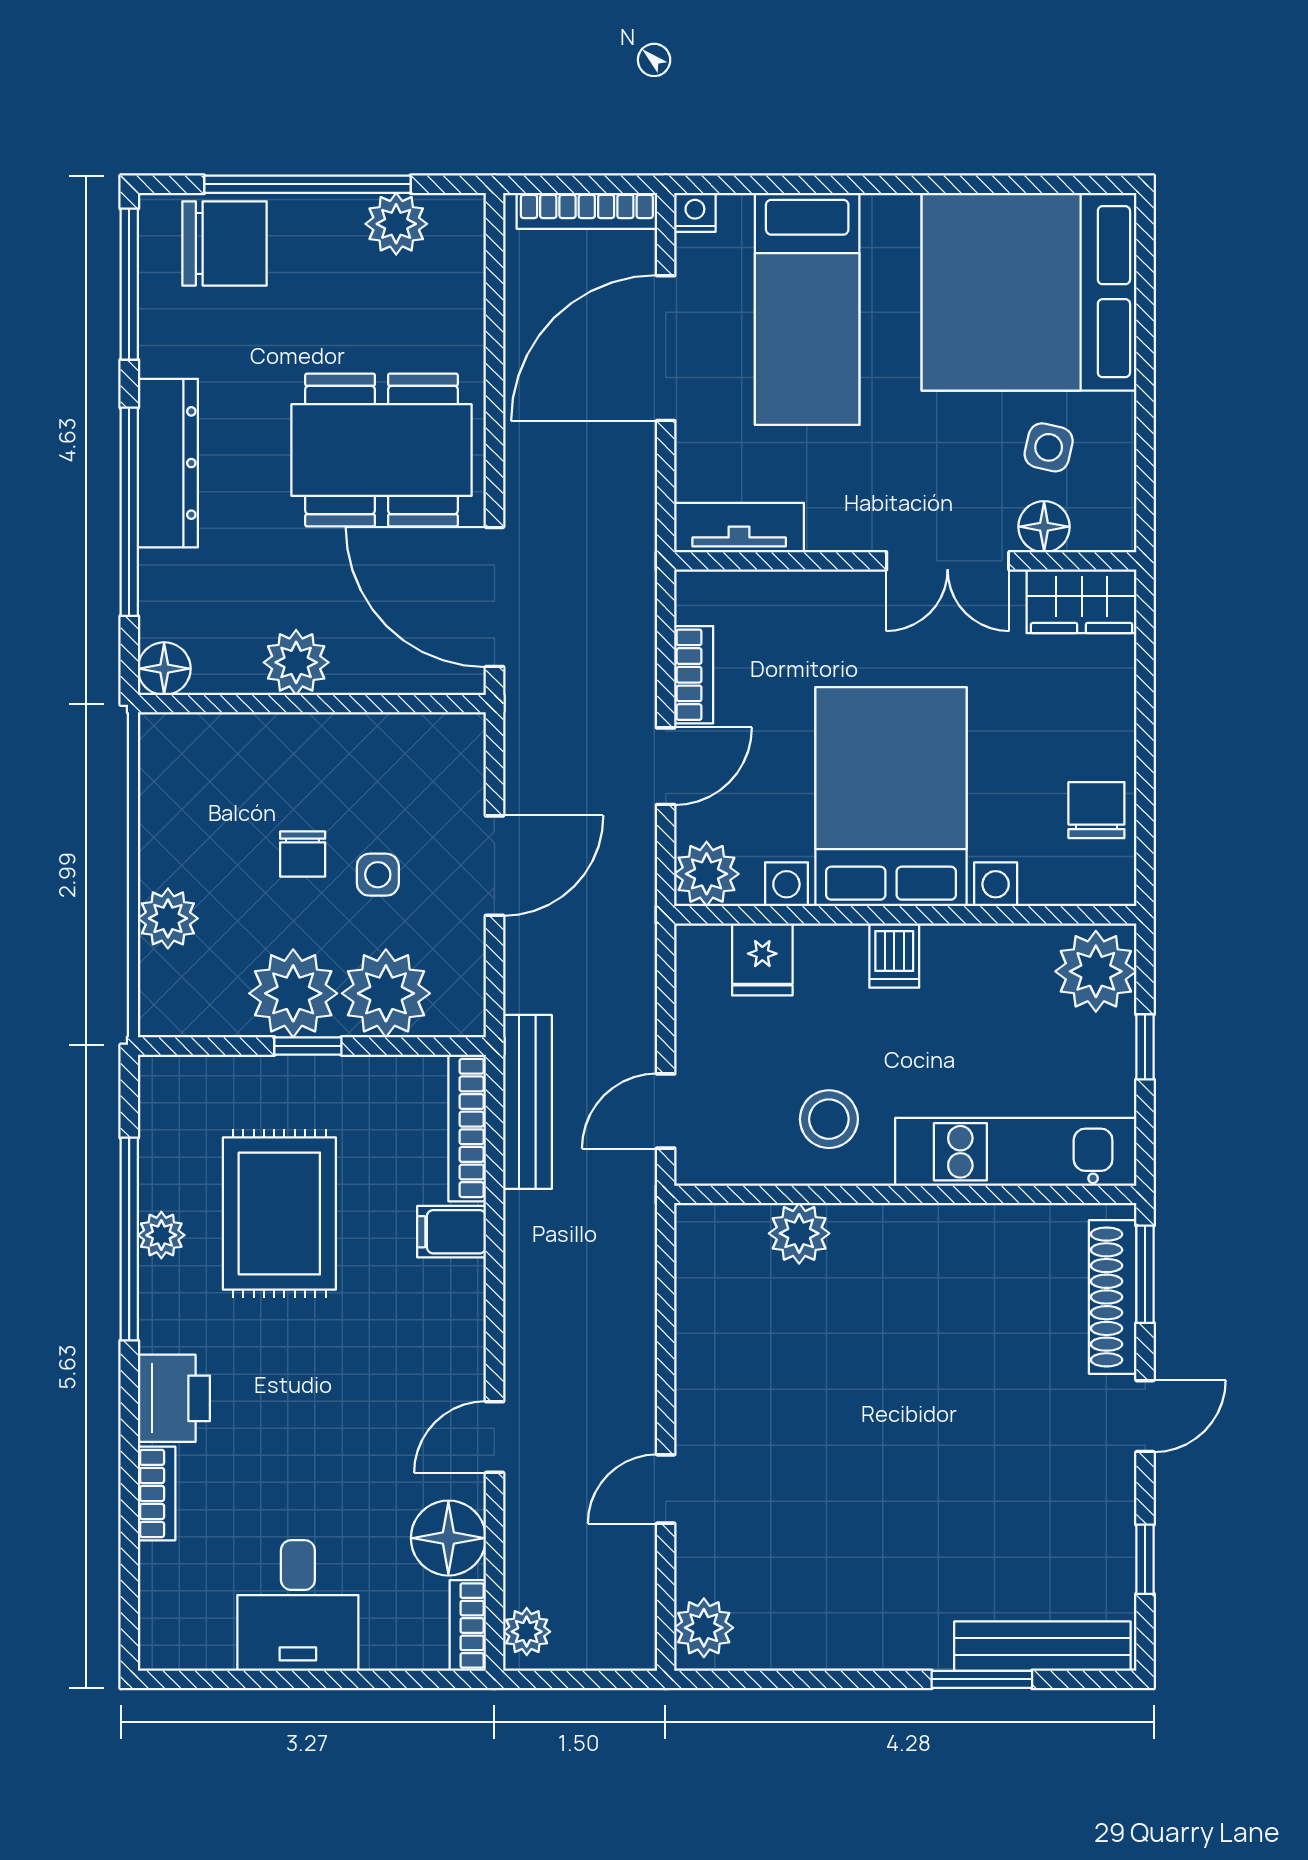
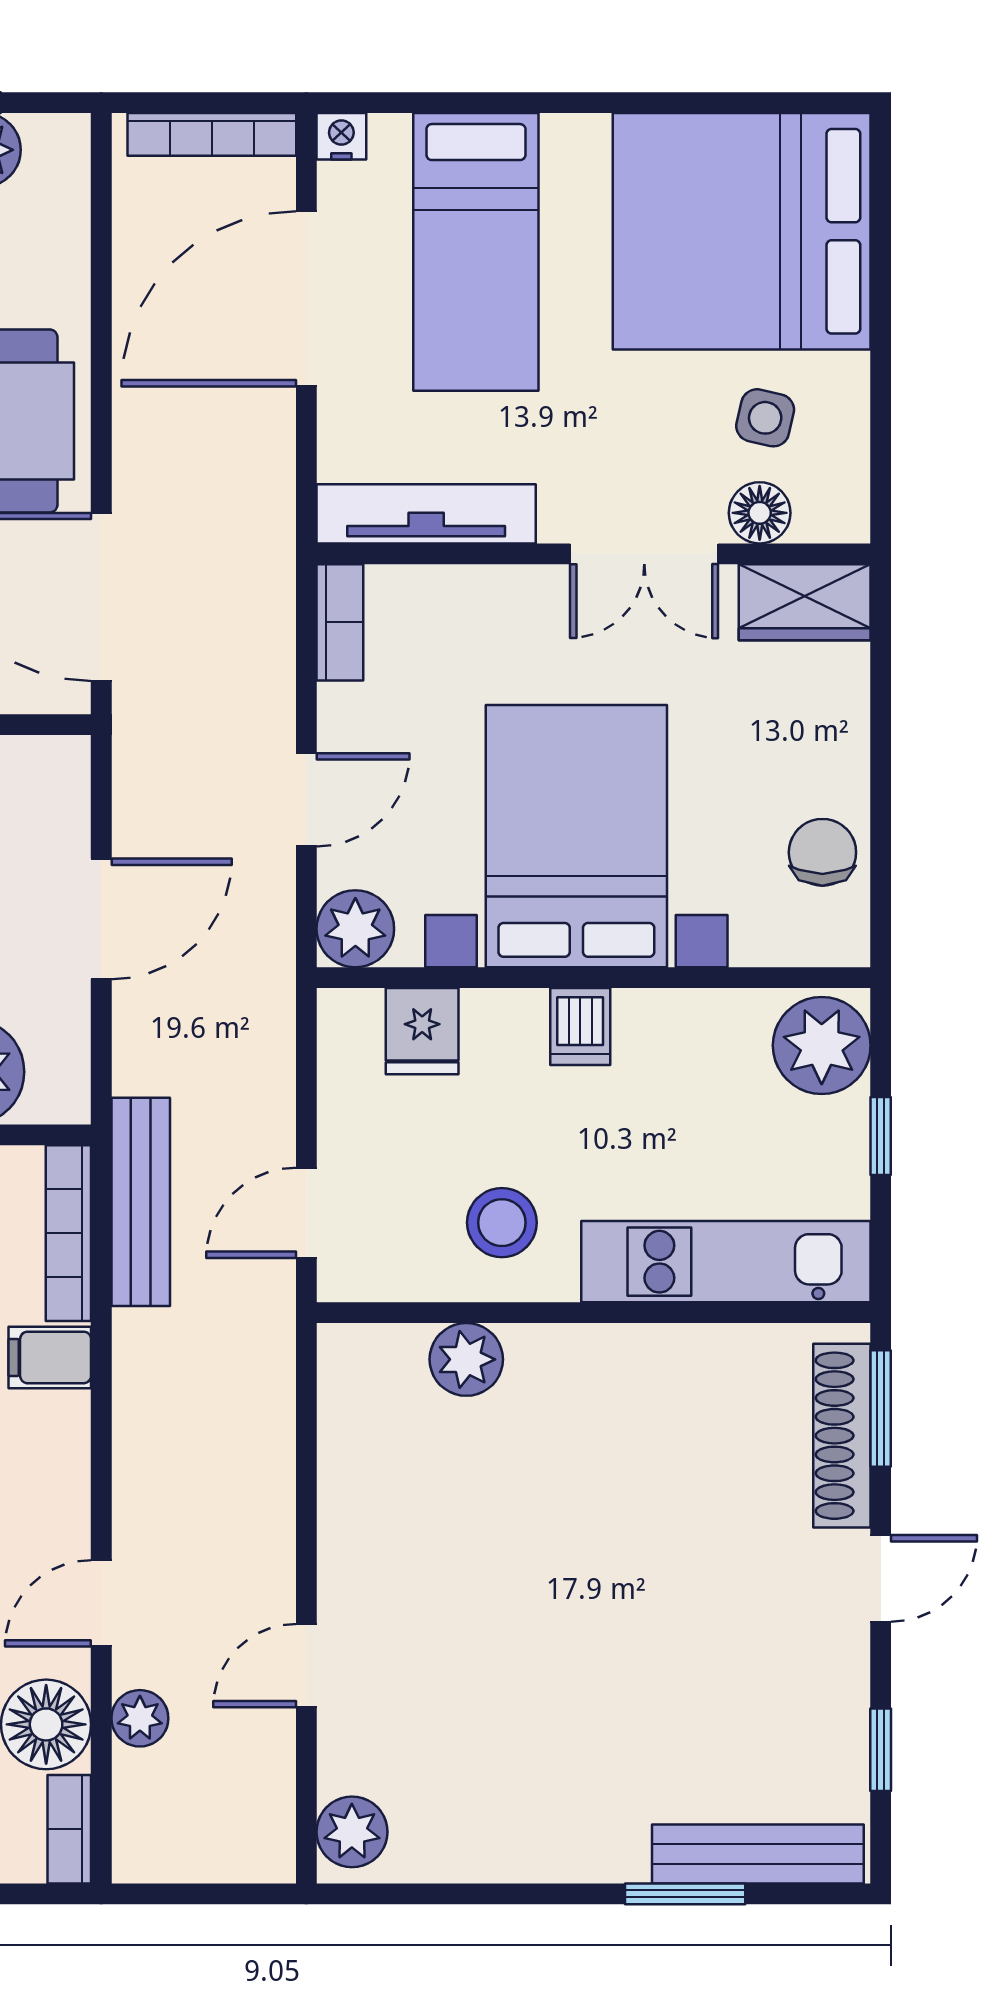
tv unit: (739, 528) -> (426, 514), width x1.41
bookcase: (694, 675) -> (340, 622), moved
plant: (527, 1632) -> (140, 1718), moved

